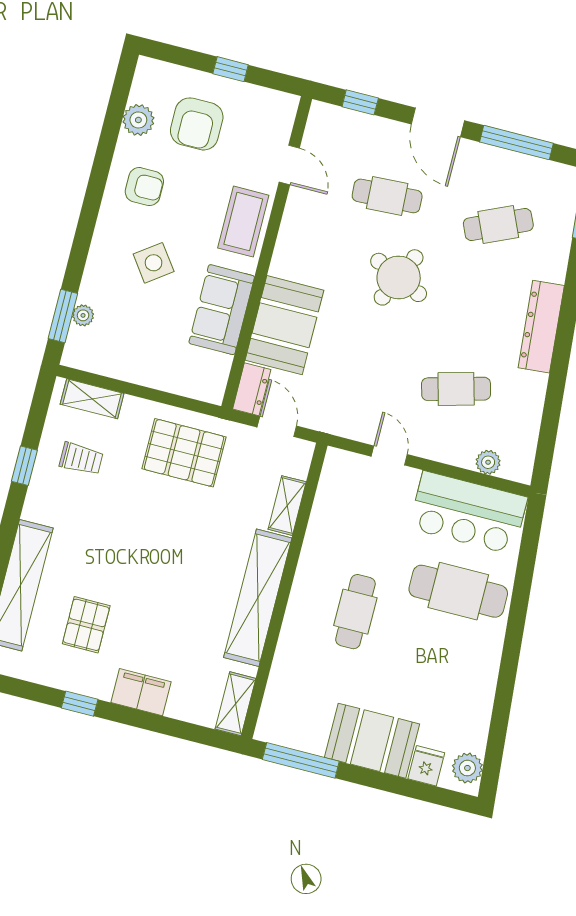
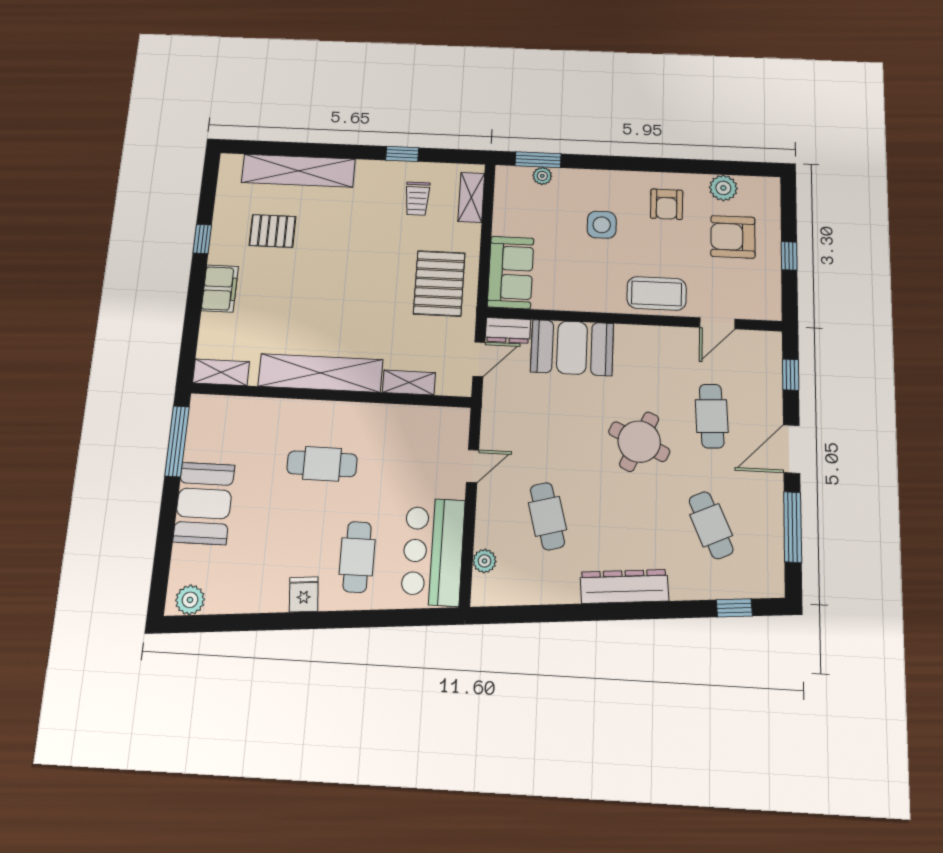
side table: (154, 263) -> (602, 225), turned 36
sofa: (222, 310) -> (511, 272), moved, turned 90
cafe table: (458, 591) -> (357, 557), width x0.73, depth x0.74
fridge: (426, 766) -> (304, 594), moved, turned -95

